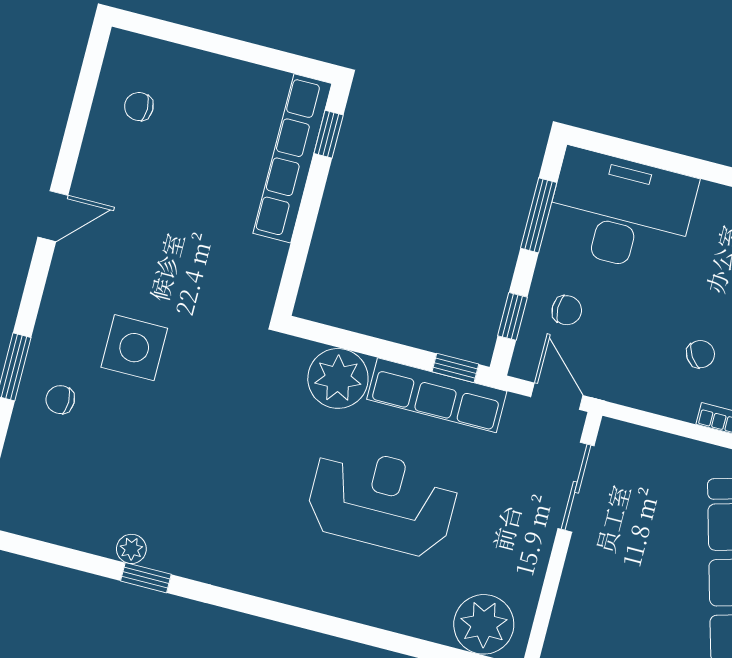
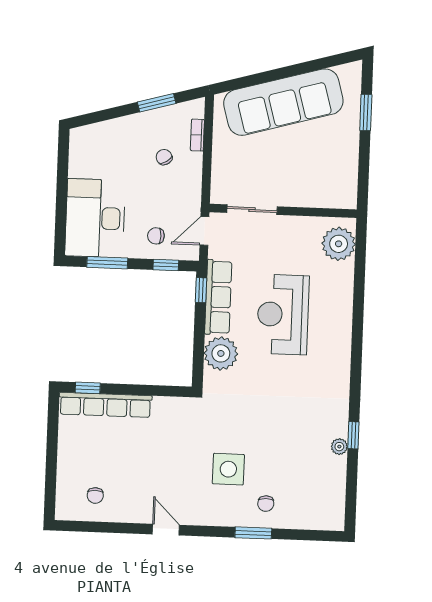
chair: (567, 310) -> (156, 236), turned -90

